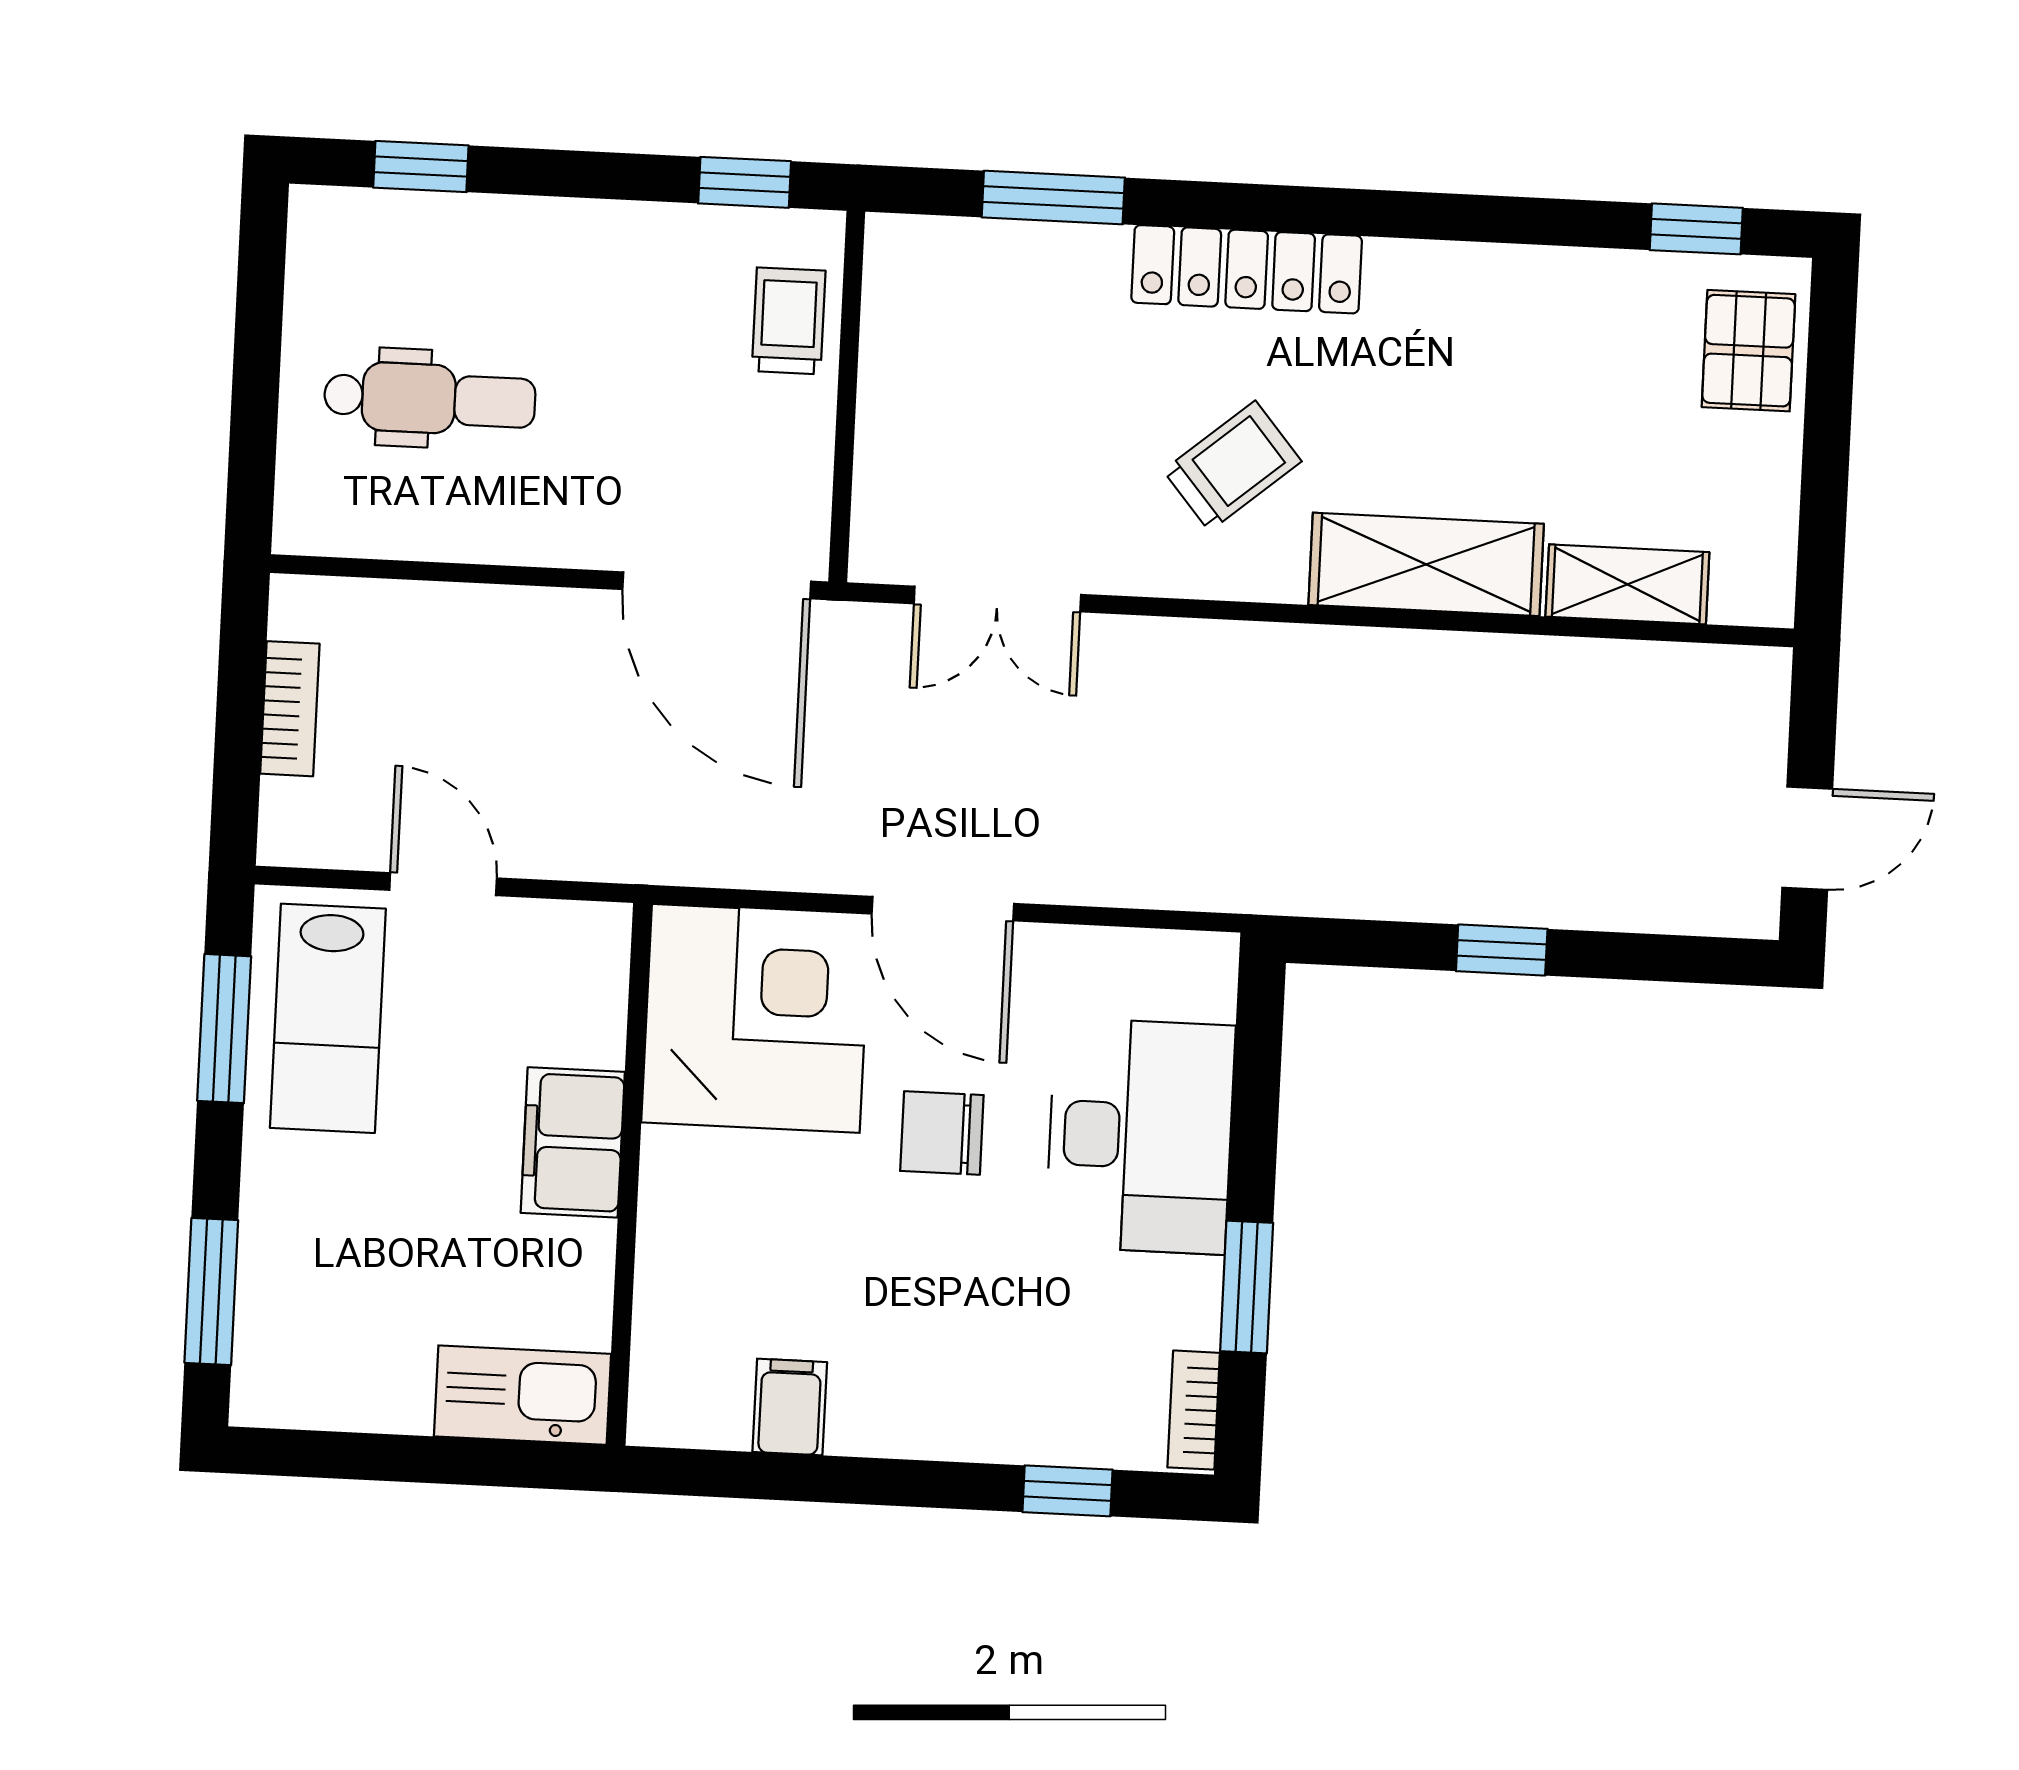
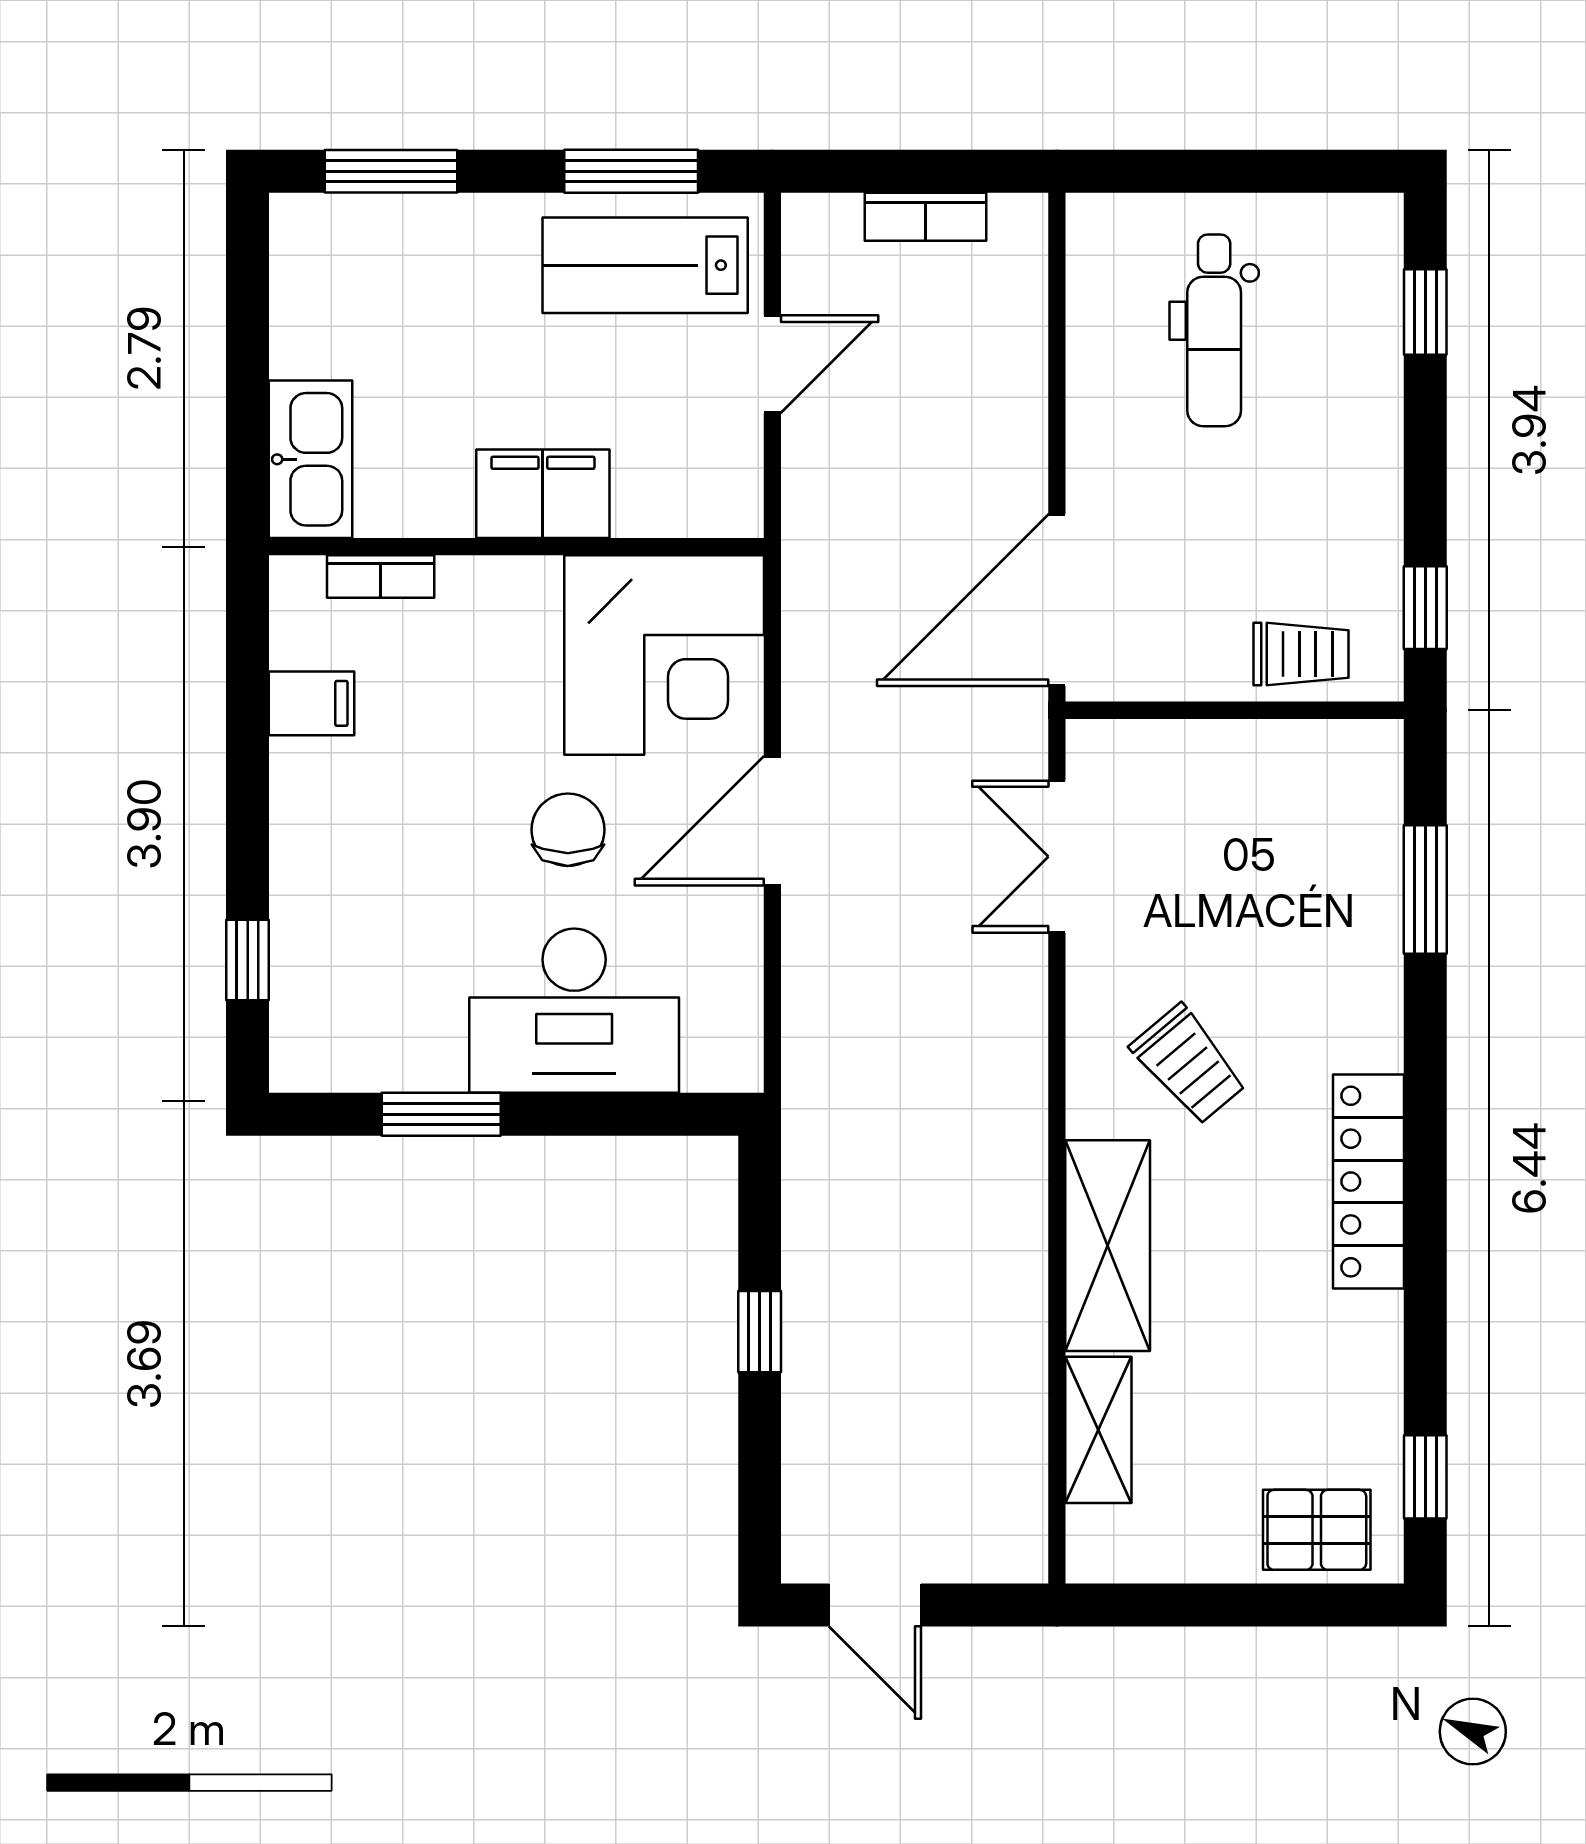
locker: (1247, 269) -> (1369, 1182), moved
bookcase: (1194, 1410) -> (381, 577), moved, turned 180

